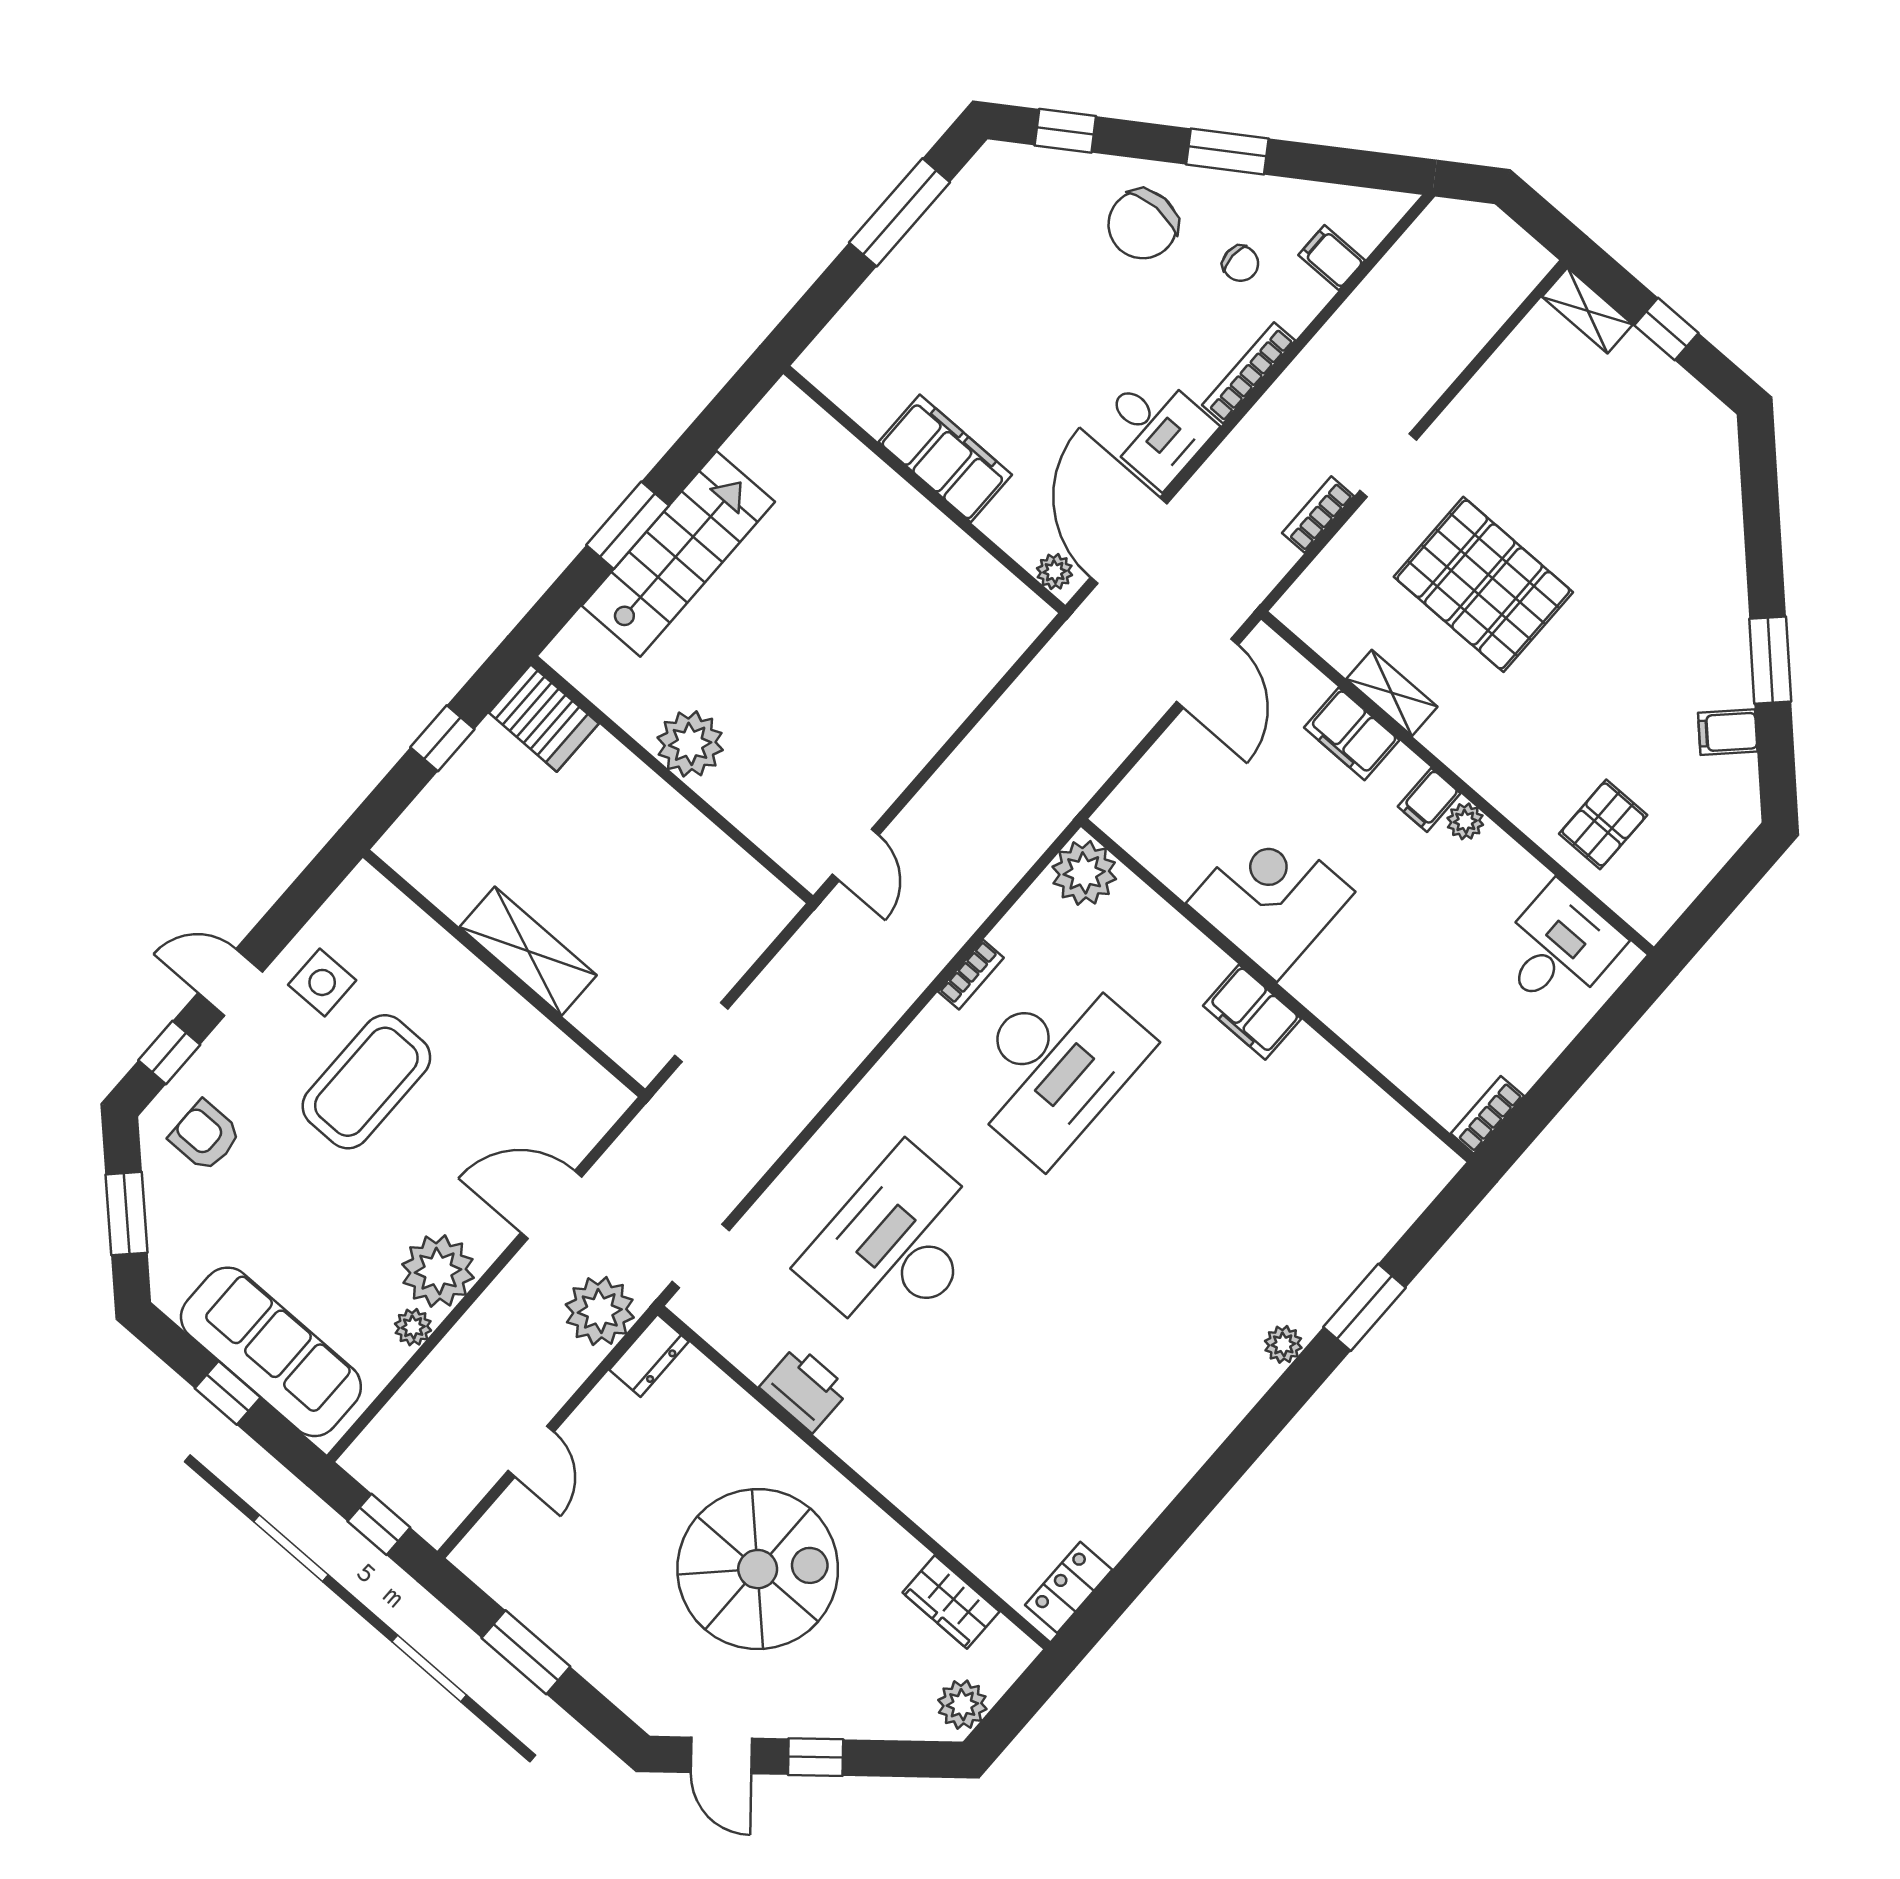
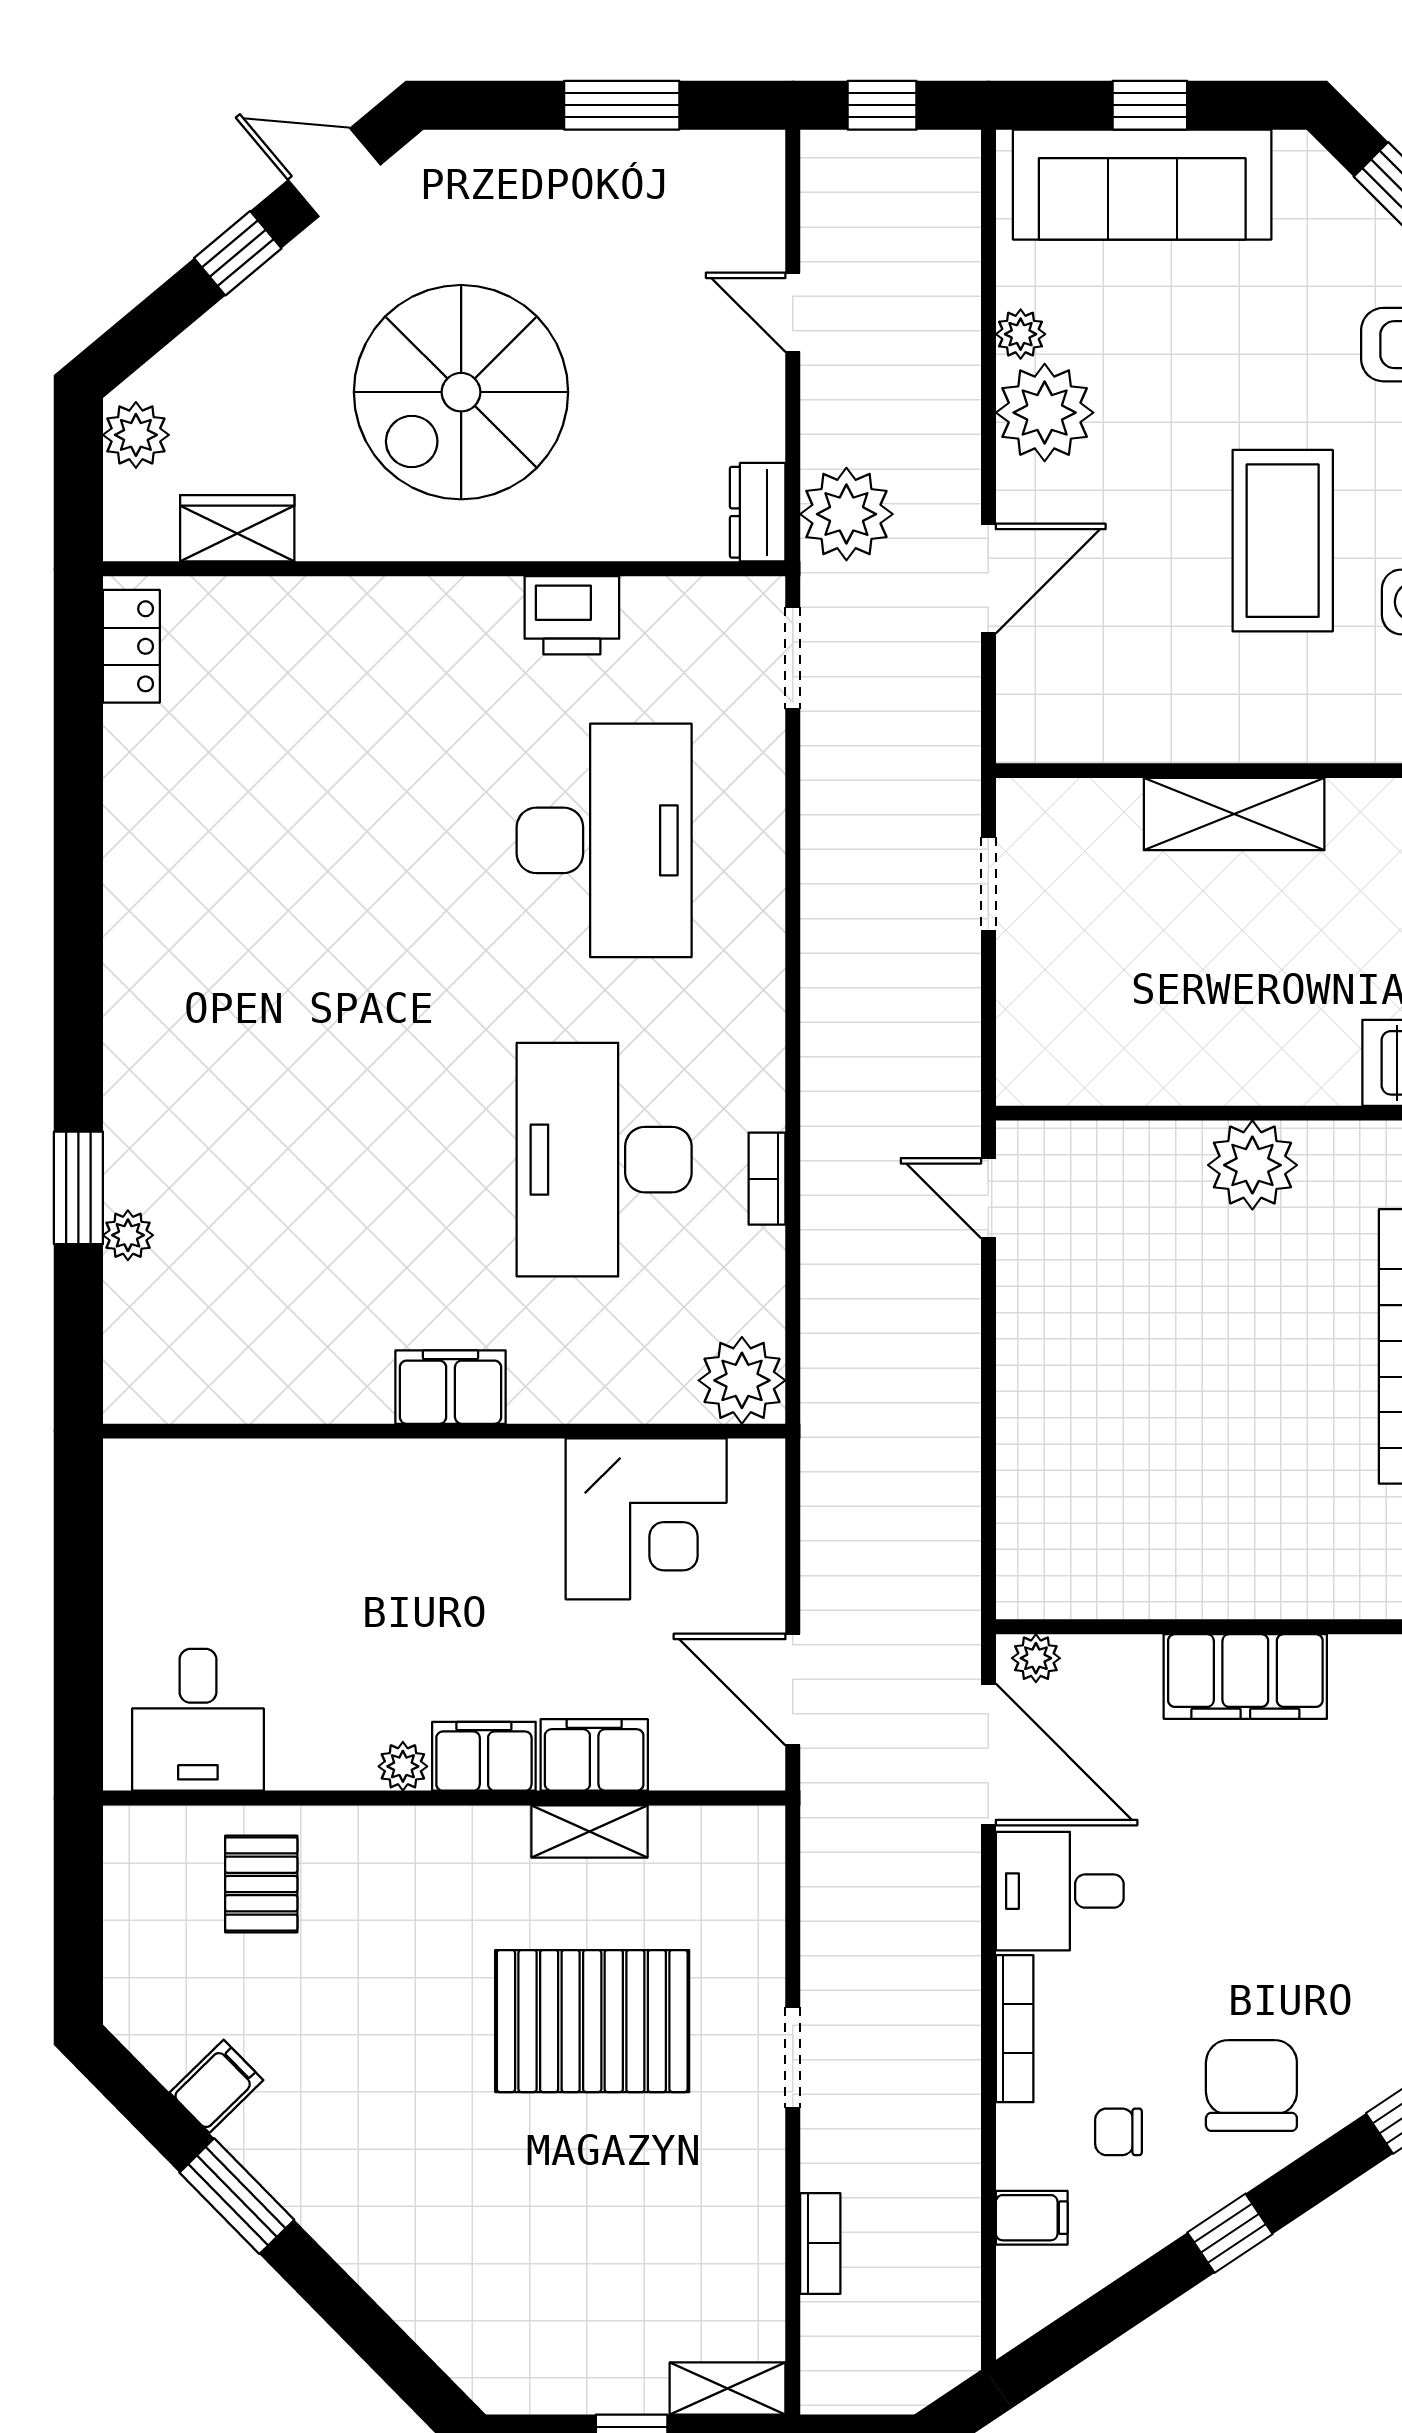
window: (1227, 151) -> (1230, 2233), width x0.67
bookcase: (1318, 515) -> (820, 2243), moved
filing cabinet: (1429, 800) -> (484, 1756), width x2.00
corner desk: (1271, 897) -> (646, 1519), moved
bookcase: (1487, 1115) -> (123, 1490), removed
plant: (1283, 1344) -> (128, 1235), moved

